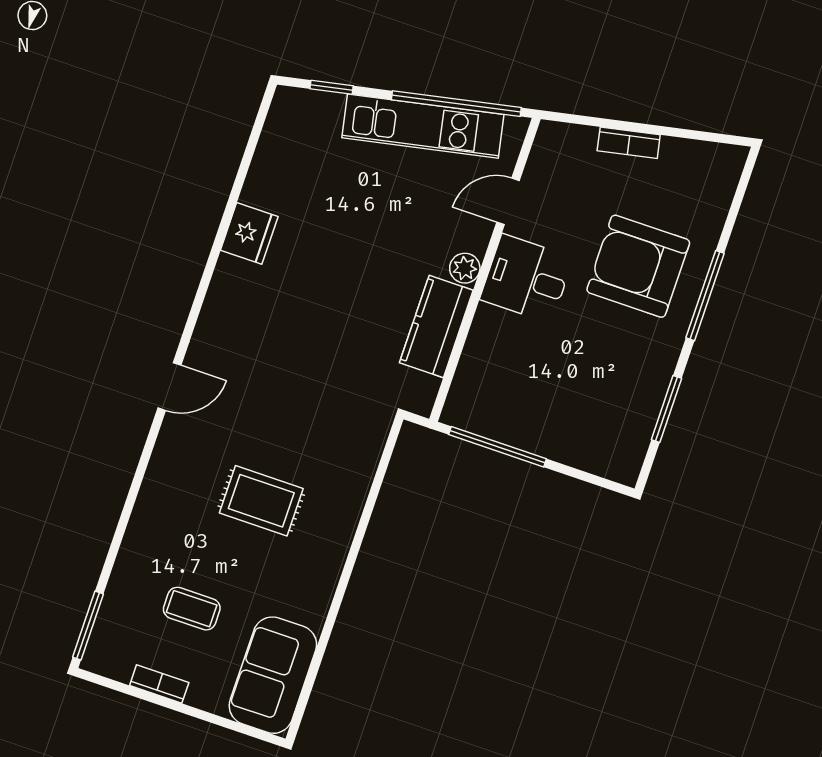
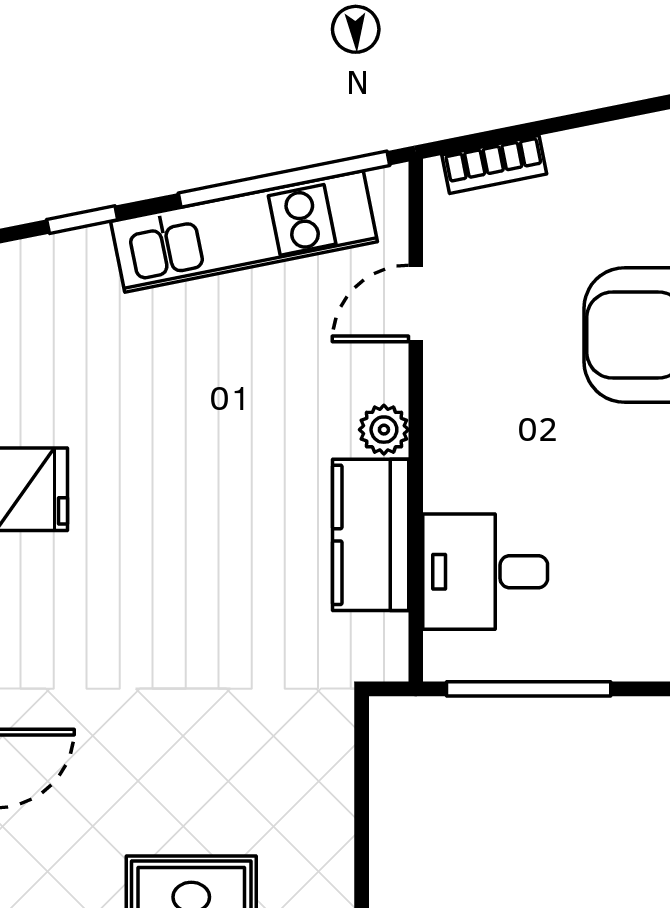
bookcase: (629, 143) -> (494, 164), moved
desk: (527, 279) -> (485, 572), moved

